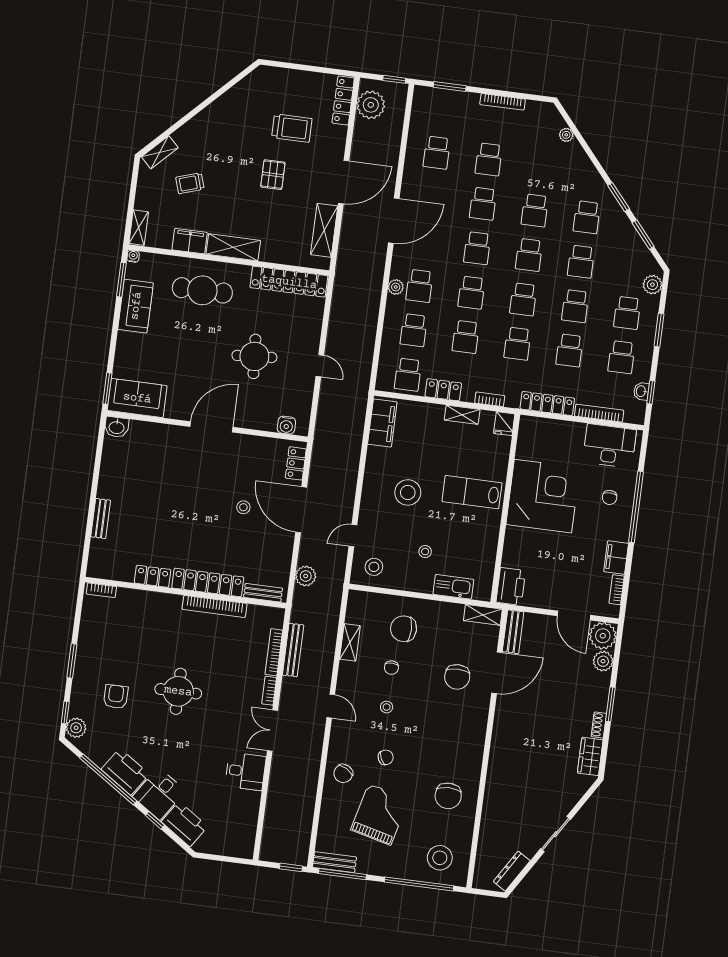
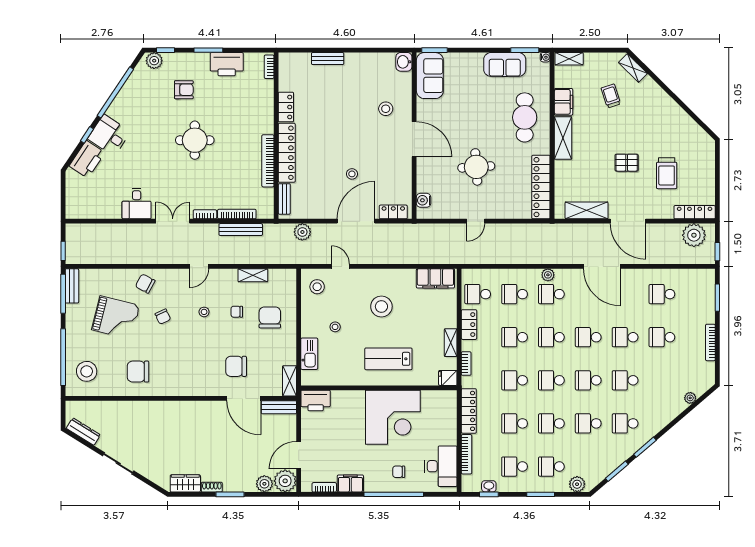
stool: (170, 456) -> (386, 109), added
lab bench: (472, 492) -> (388, 359), turned -90
printer: (125, 772) -> (227, 64), moved, turned 56

